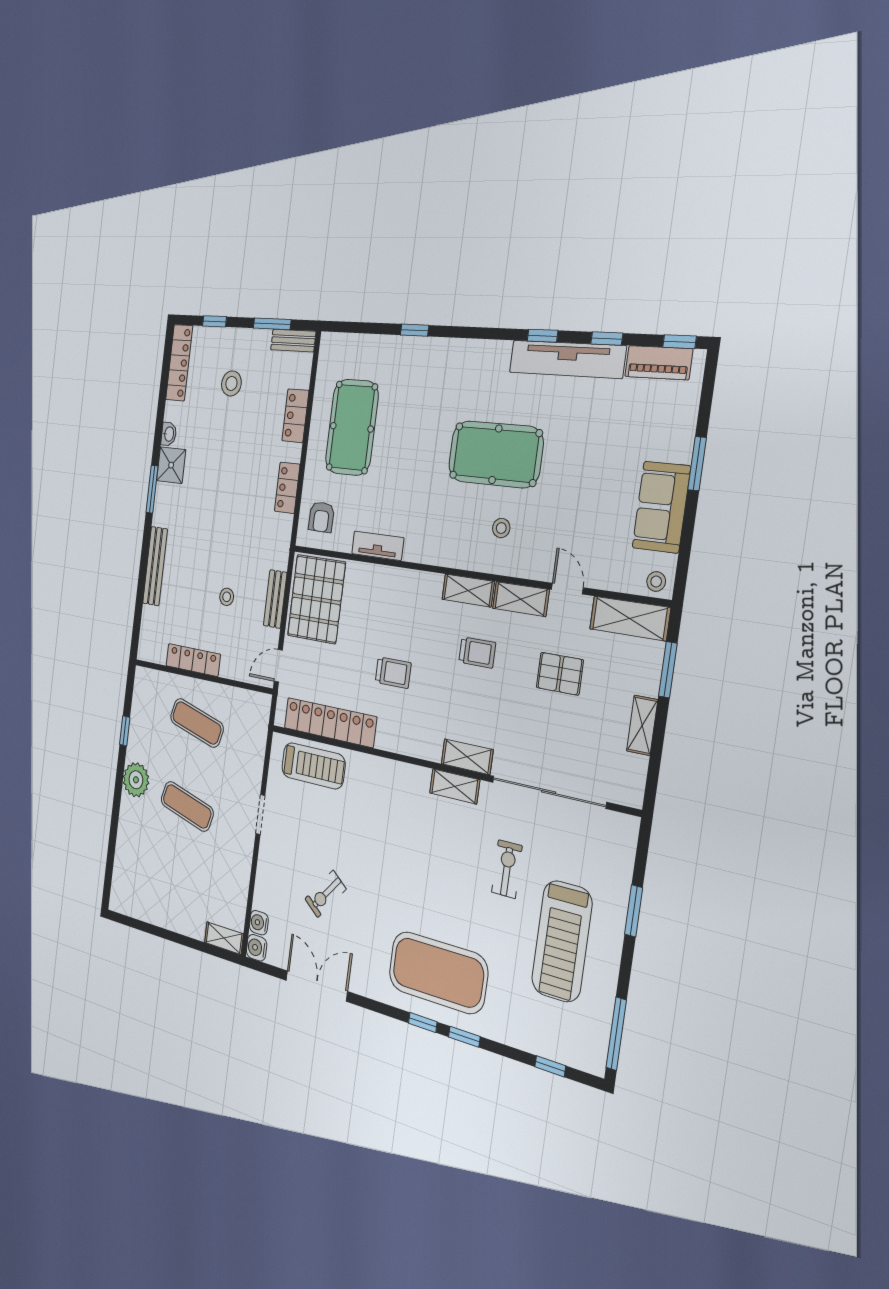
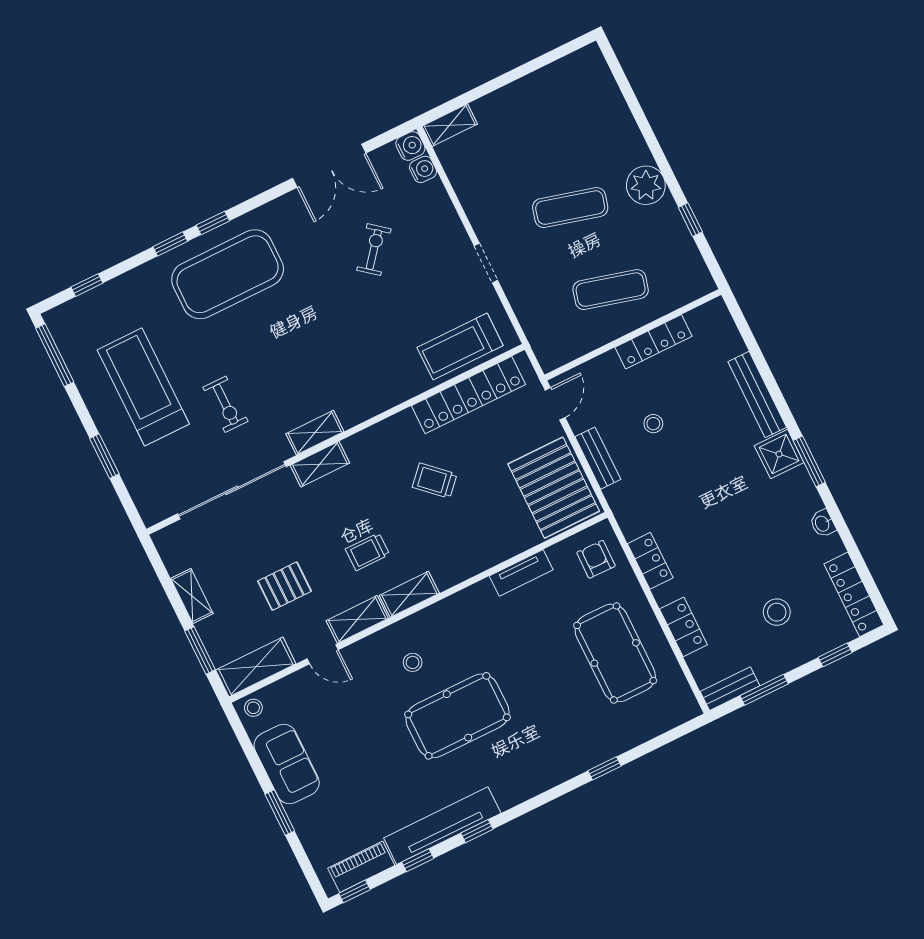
shower: (171, 465) -> (779, 454), moved
trolley: (393, 673) -> (435, 481), turned 43

